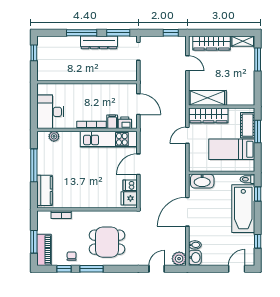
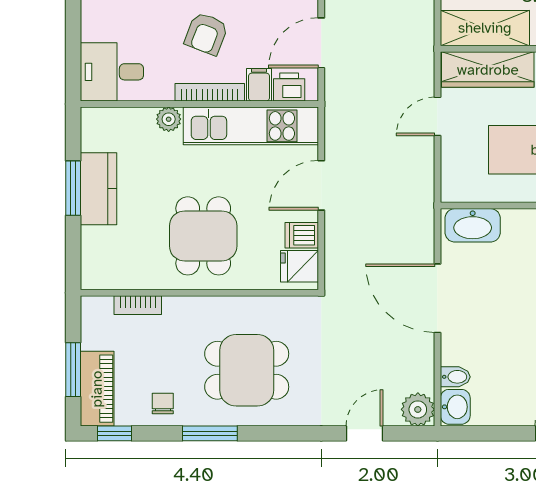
armchair: (90, 100) -> (206, 34), added
door: (138, 104) -> (321, 43), swing flipped
desk: (50, 112) -> (112, 72), width x0.73
plant: (54, 136) -> (169, 119), moved
window: (34, 165) -> (73, 188), width x0.69
dining table: (89, 186) -> (203, 236), added
kitchen counter: (45, 190) -> (98, 189), moved
door: (187, 212) -> (437, 298), hinge flipped
window: (64, 269) -> (115, 433), moved

